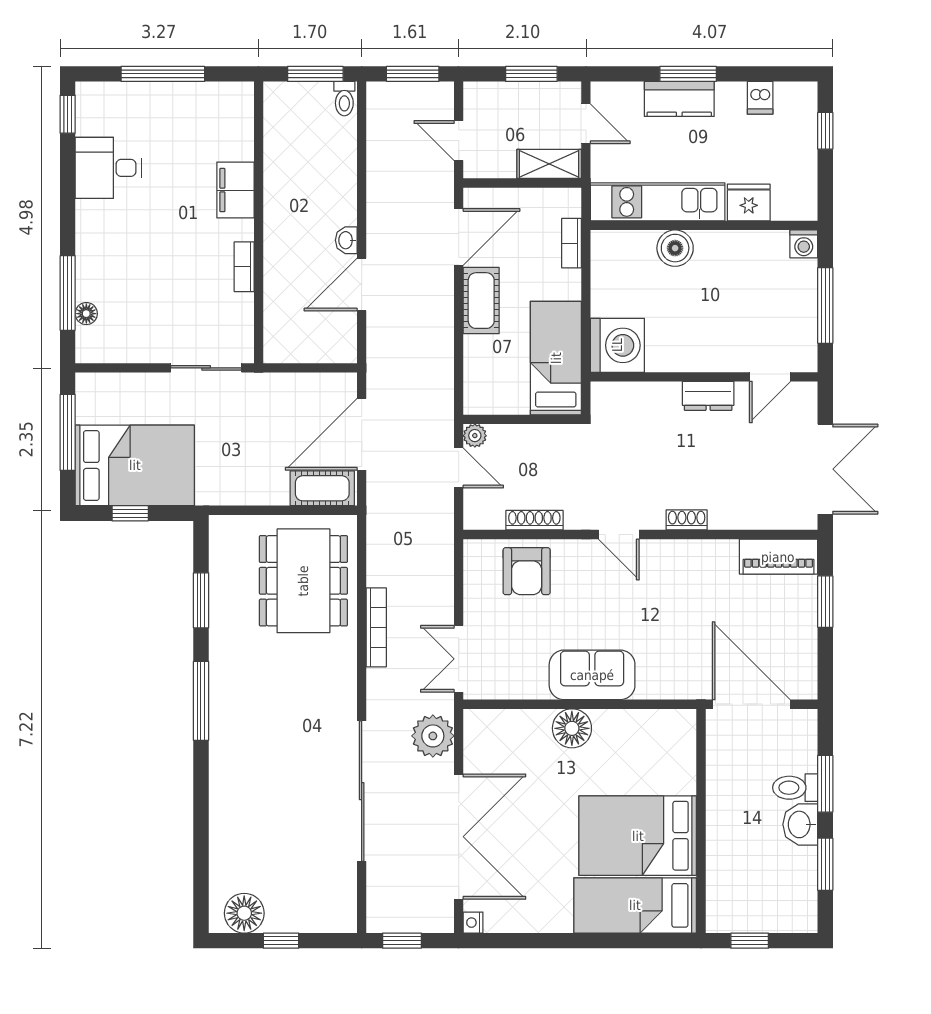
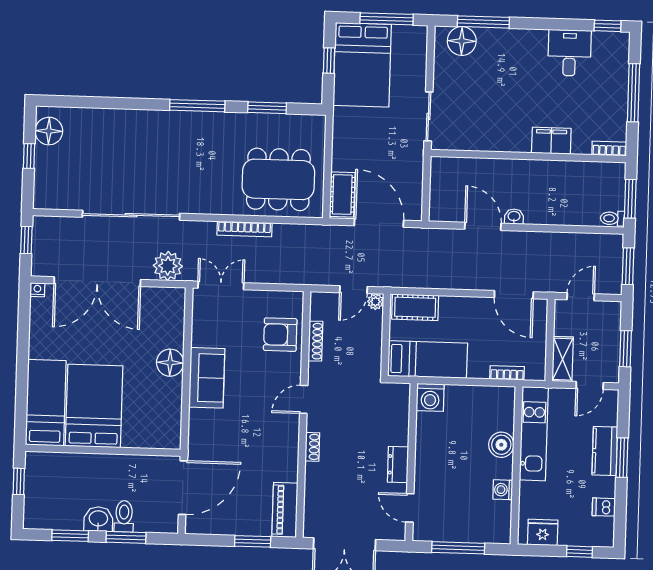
fridge: (749, 202) -> (543, 532), moved, turned -90
washing machine: (804, 244) -> (503, 490), moved
bookcase: (244, 267) -> (609, 149), moved
cot: (481, 301) -> (415, 307), moved
floor lamp: (86, 314) -> (462, 41), width x1.89, depth x1.89
washing machine: (617, 345) -> (430, 397), width x0.73, depth x0.73

